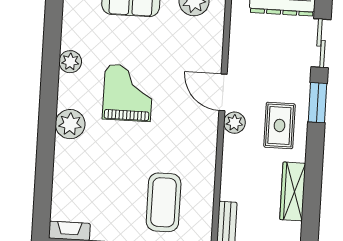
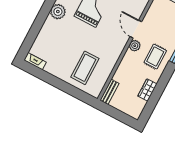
wardrobe: (293, 191) -> (147, 90), width x0.67

